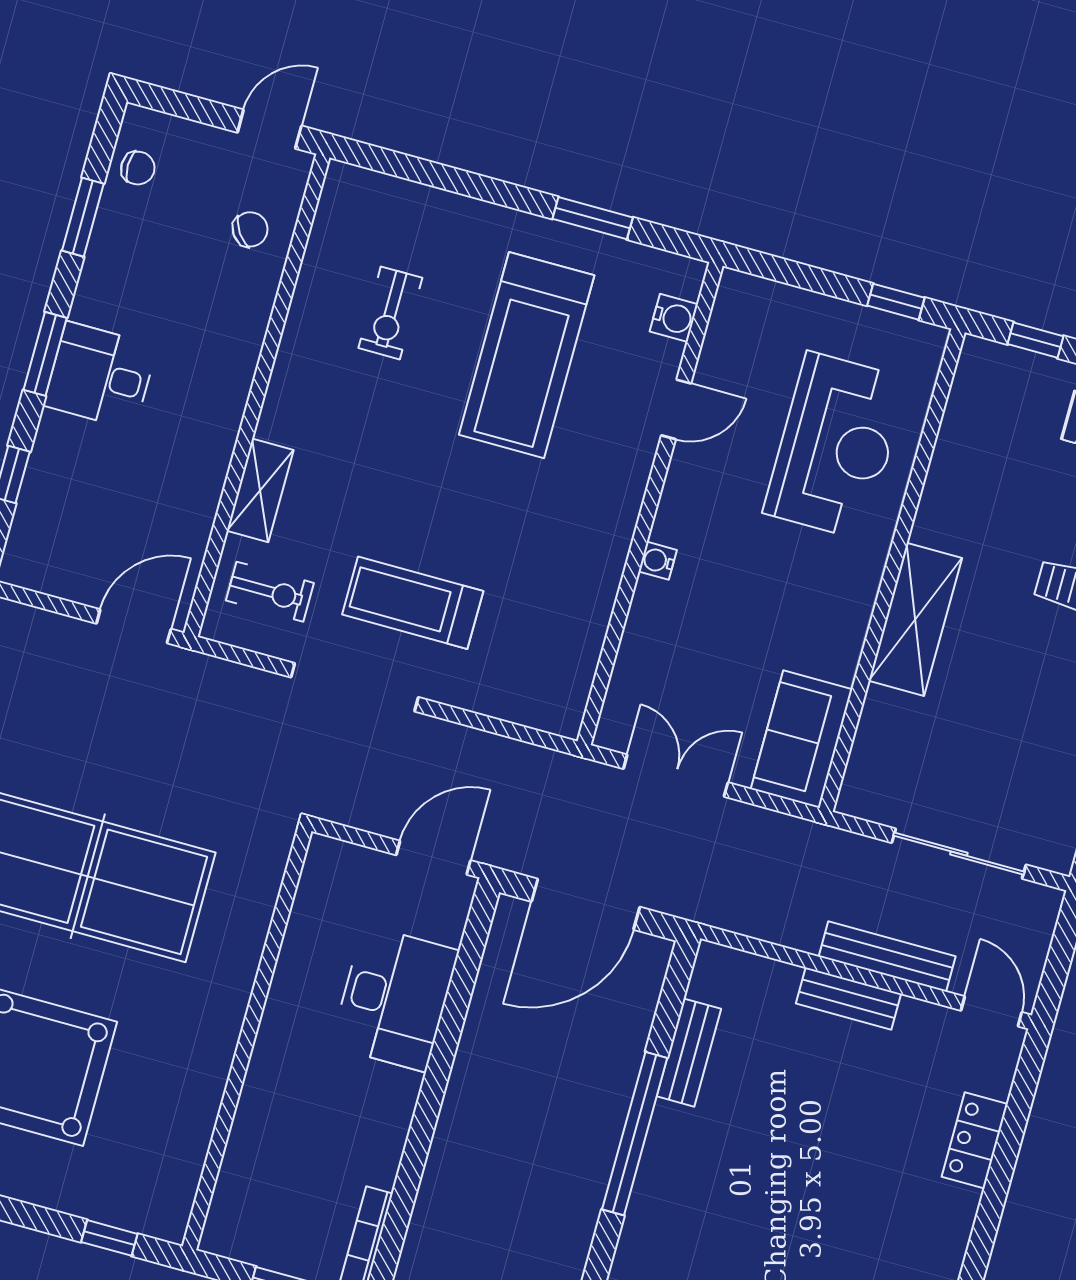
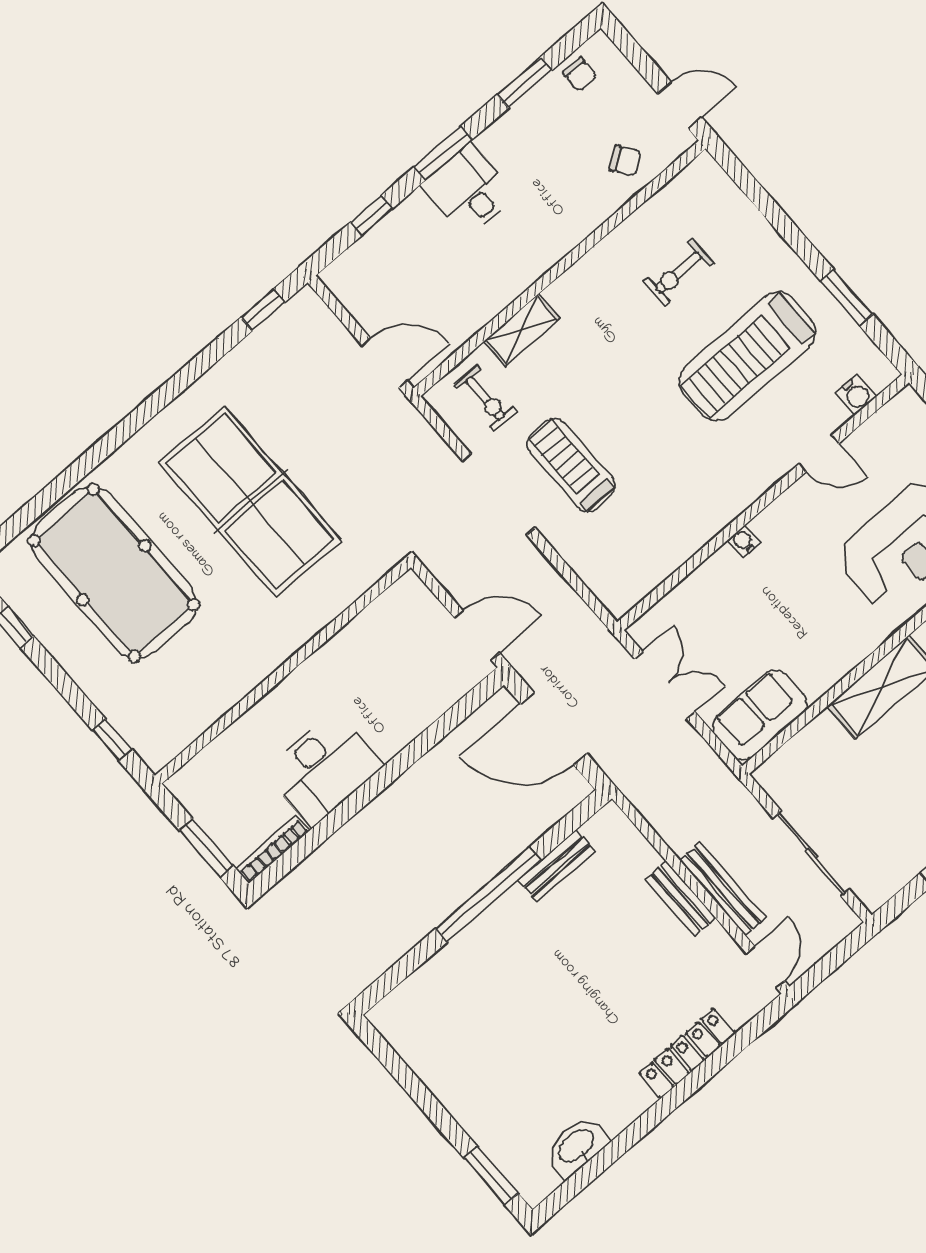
desk: (395, 998) -> (324, 768), moved
locker: (975, 1140) -> (687, 1053), width x1.53

